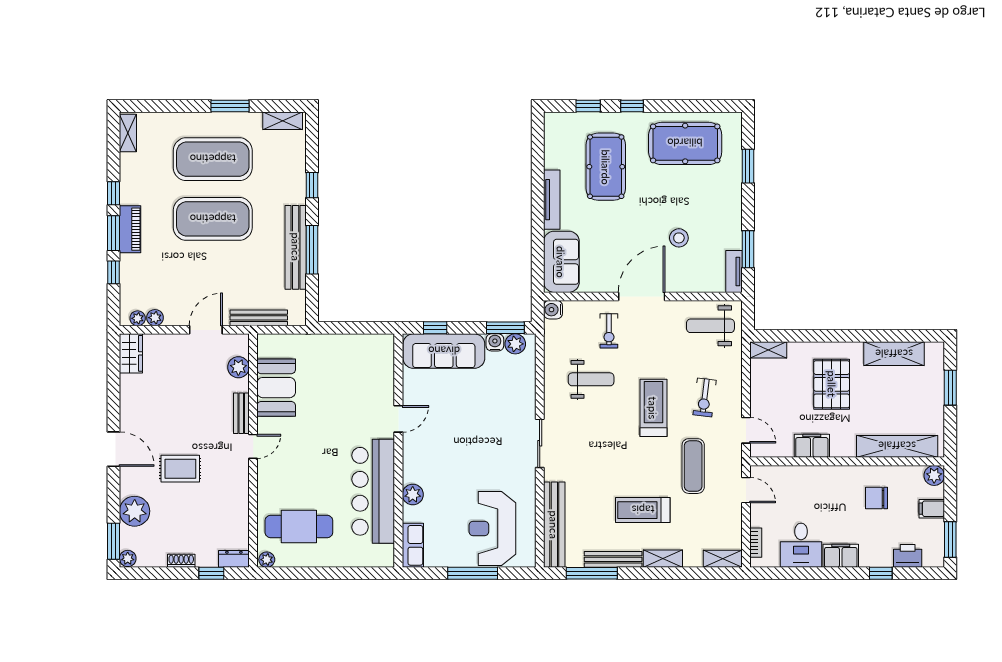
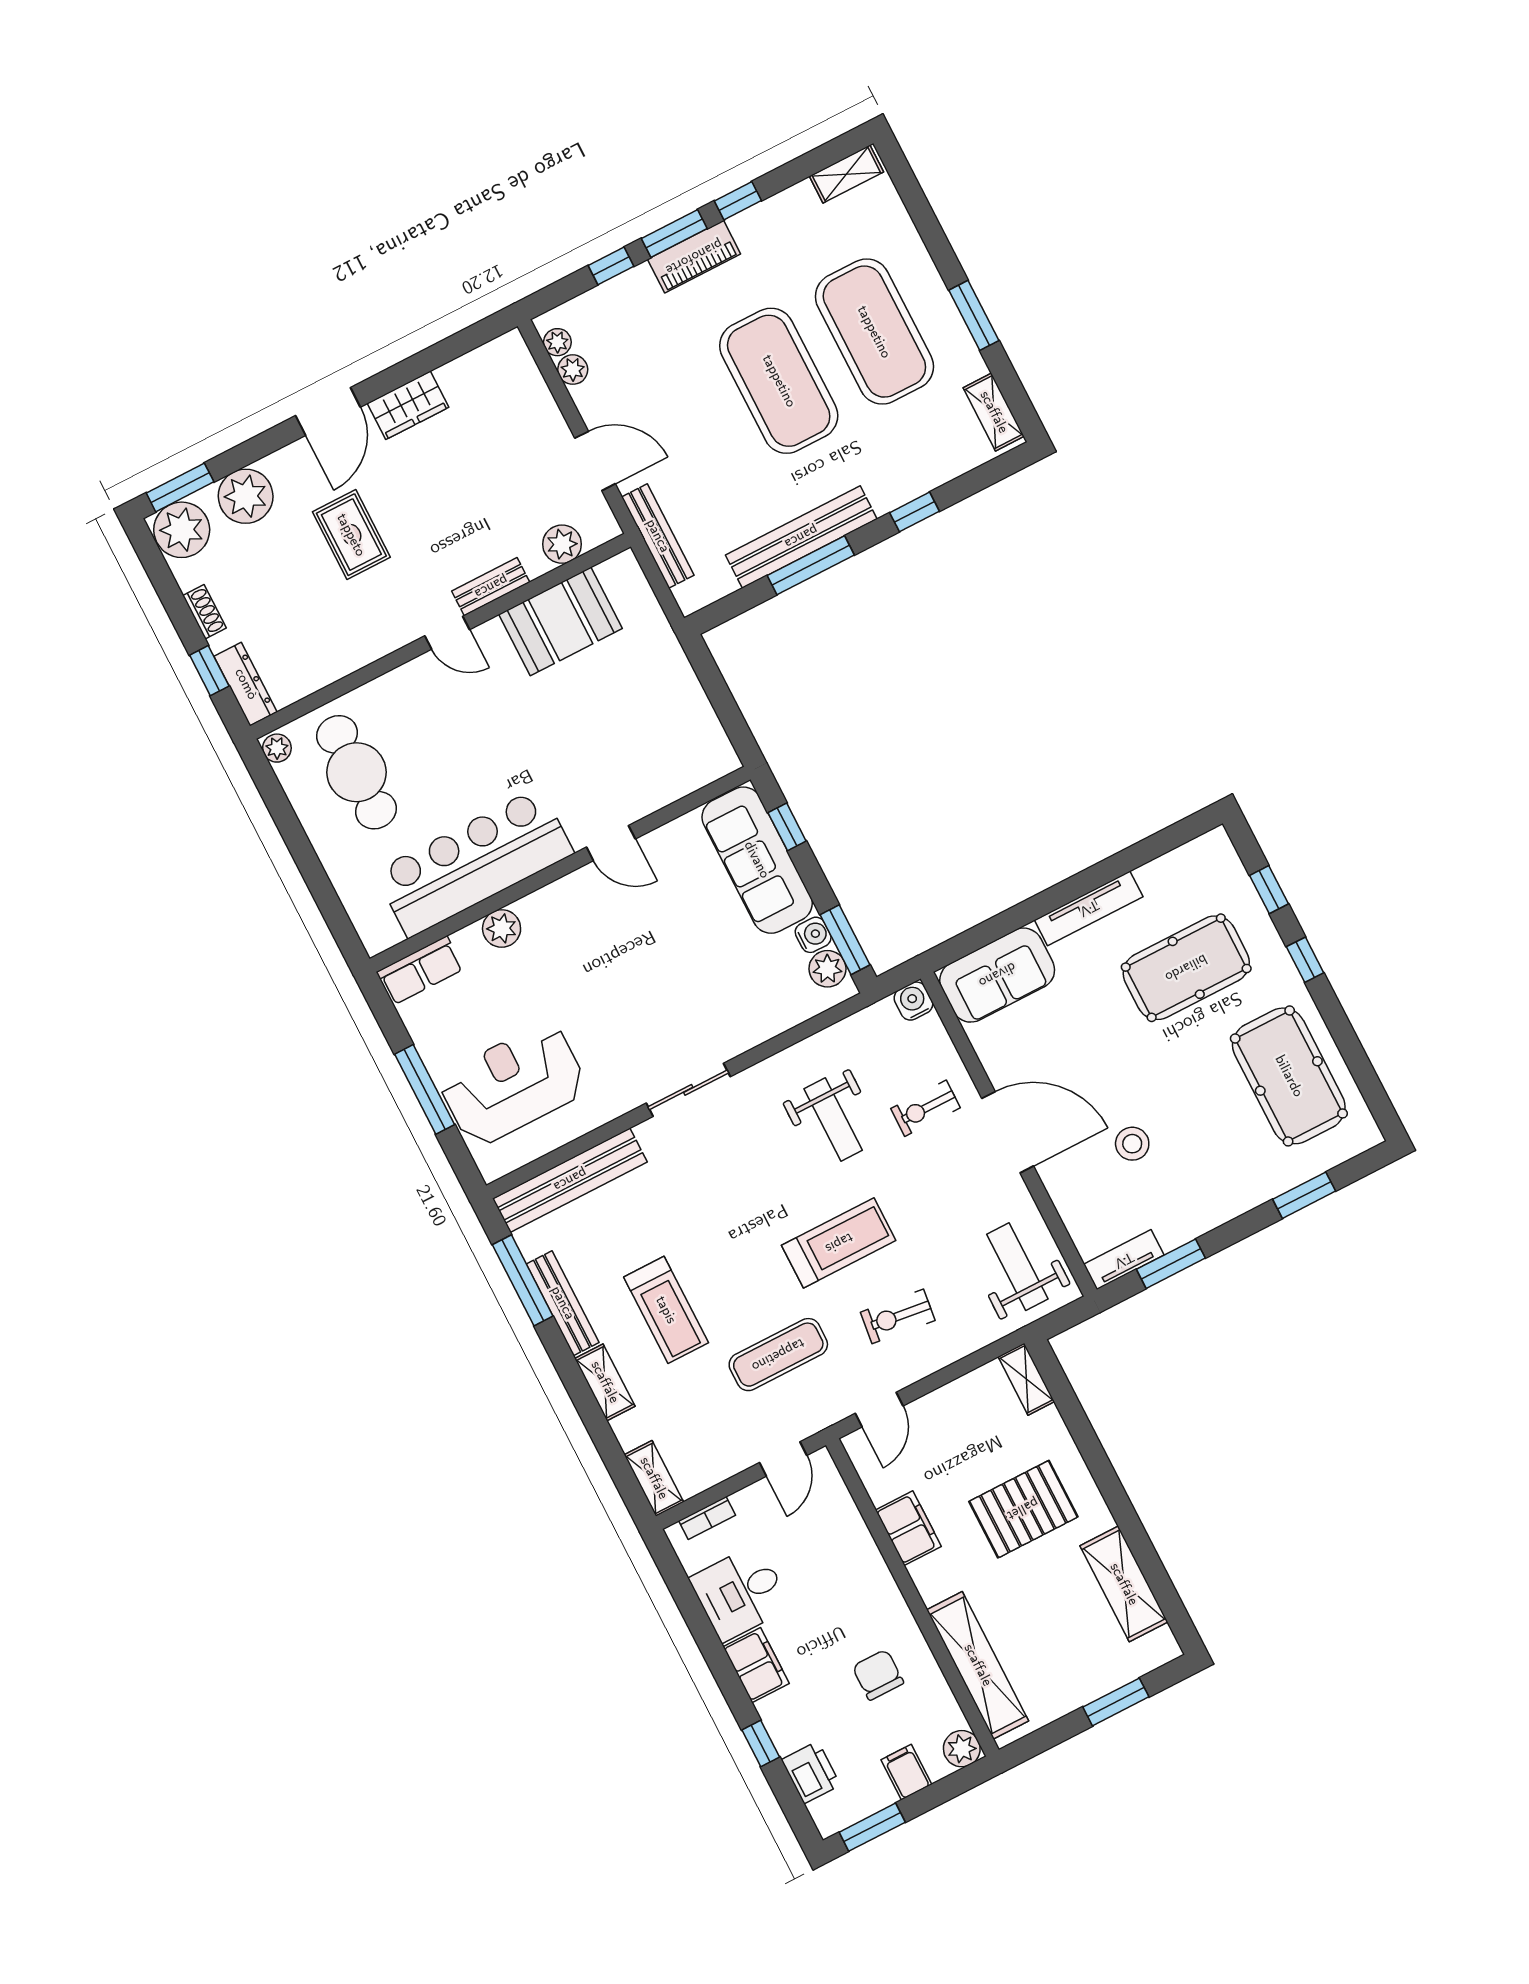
wardrobe: (131, 353) -> (408, 405), moved
treadmill: (643, 510) -> (666, 1310), turned 180
plant: (128, 558) -> (182, 530), width x1.88, depth x1.88
dresser: (234, 559) -> (246, 684), width x1.44

